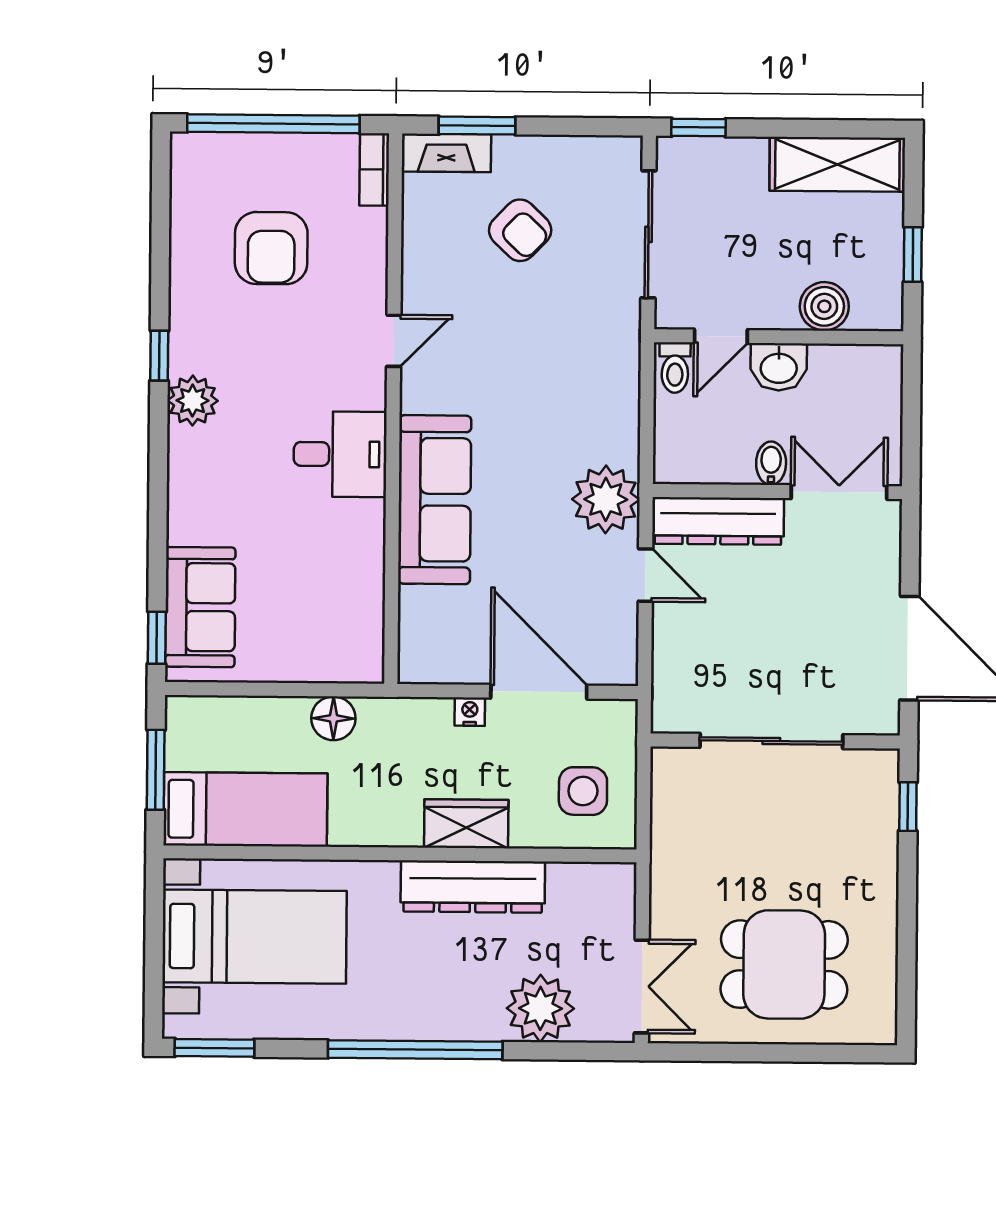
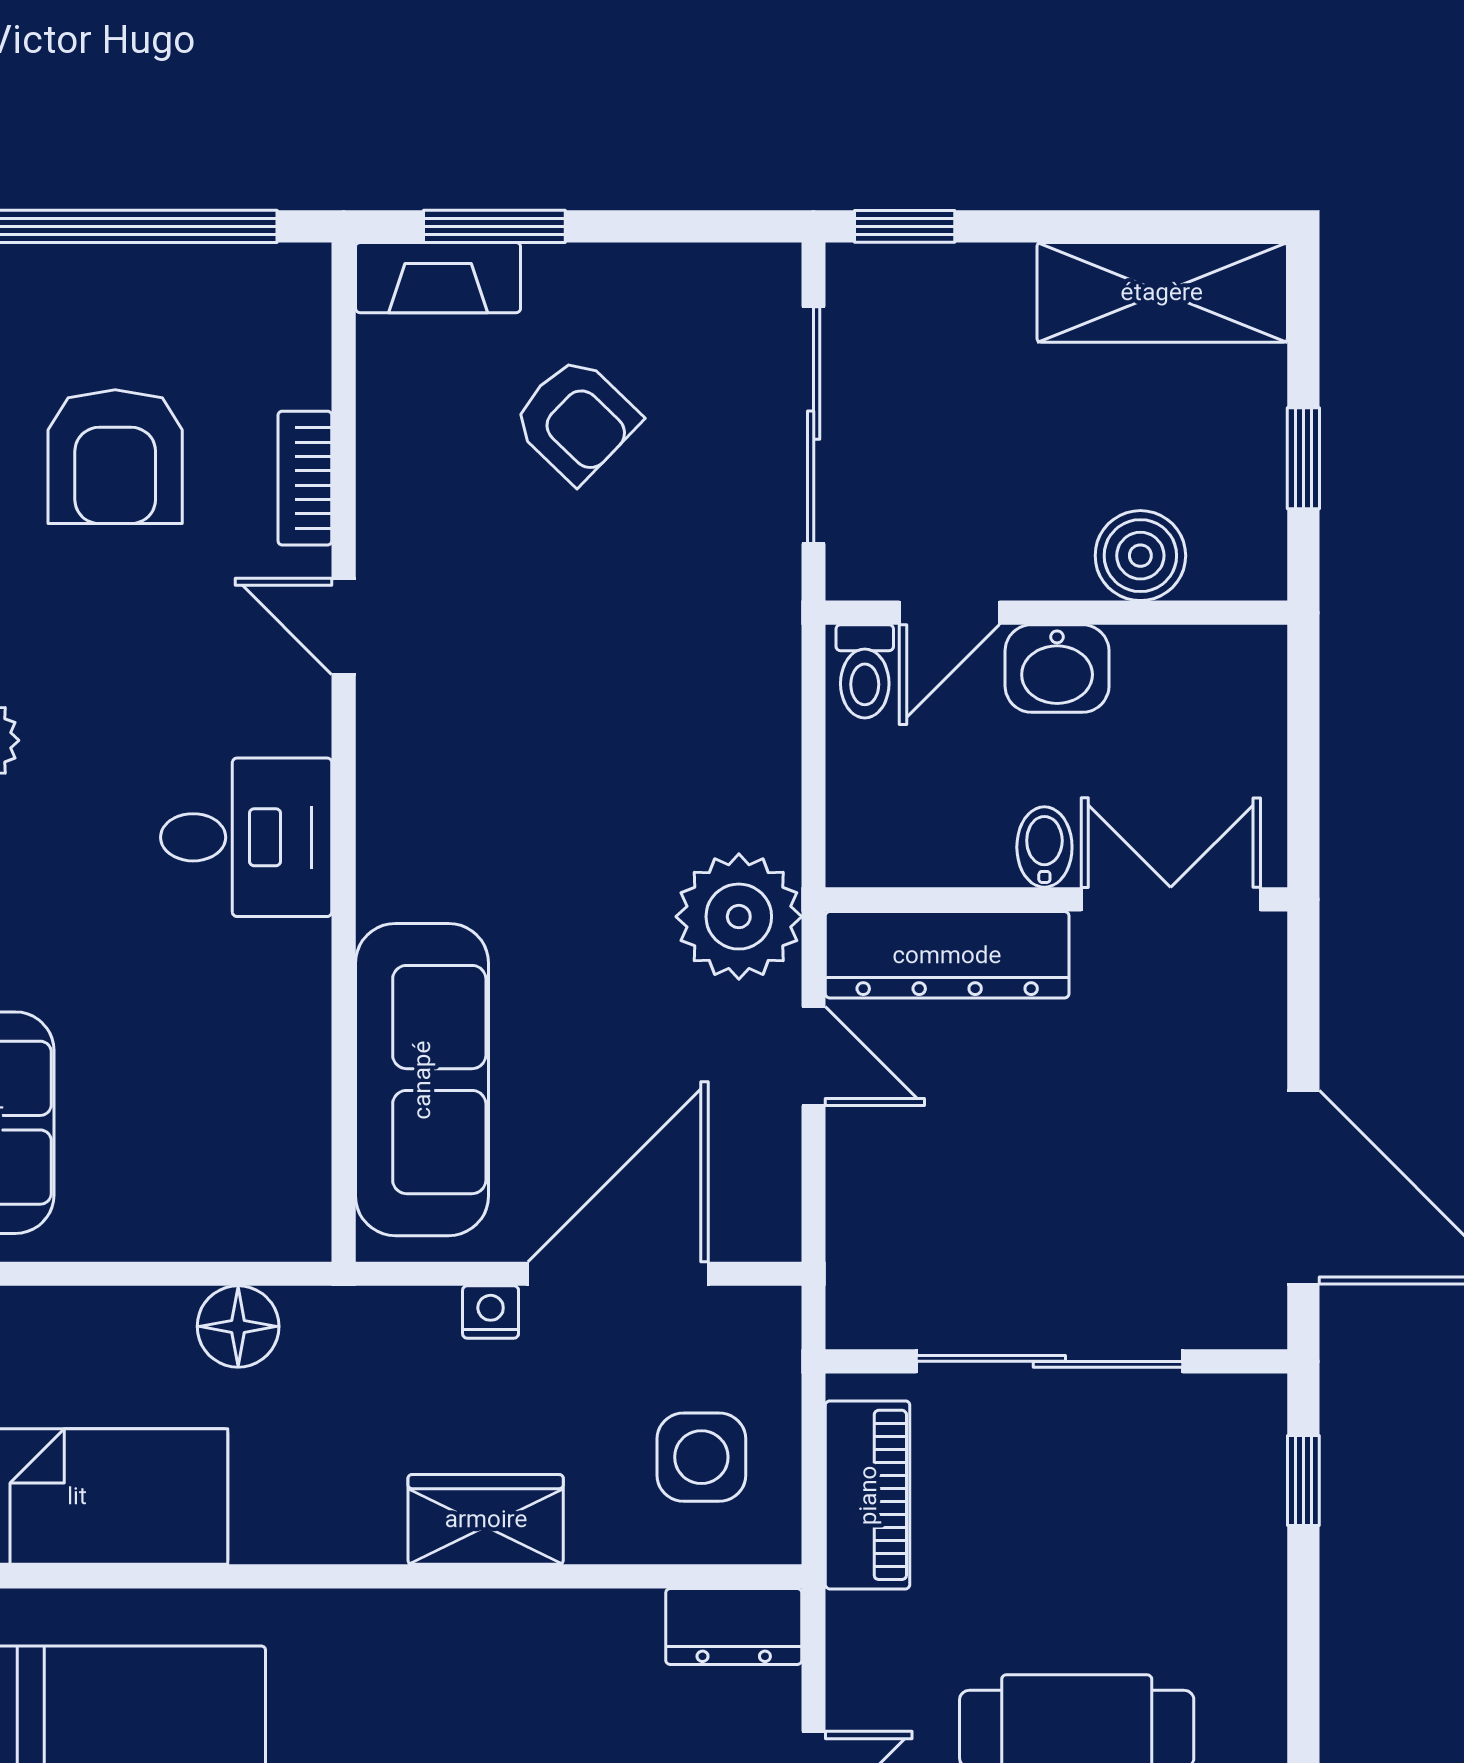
bookcase: (374, 169) -> (305, 478), moved
door: (394, 341) -> (344, 626), swing flipped
sofa: (435, 500) -> (422, 1080), moved
door: (539, 692) -> (618, 1274), hinge flipped
piano: (673, 812) -> (868, 1495), added
dresser: (473, 887) -> (734, 1627), moved, width x0.51, depth x0.80

